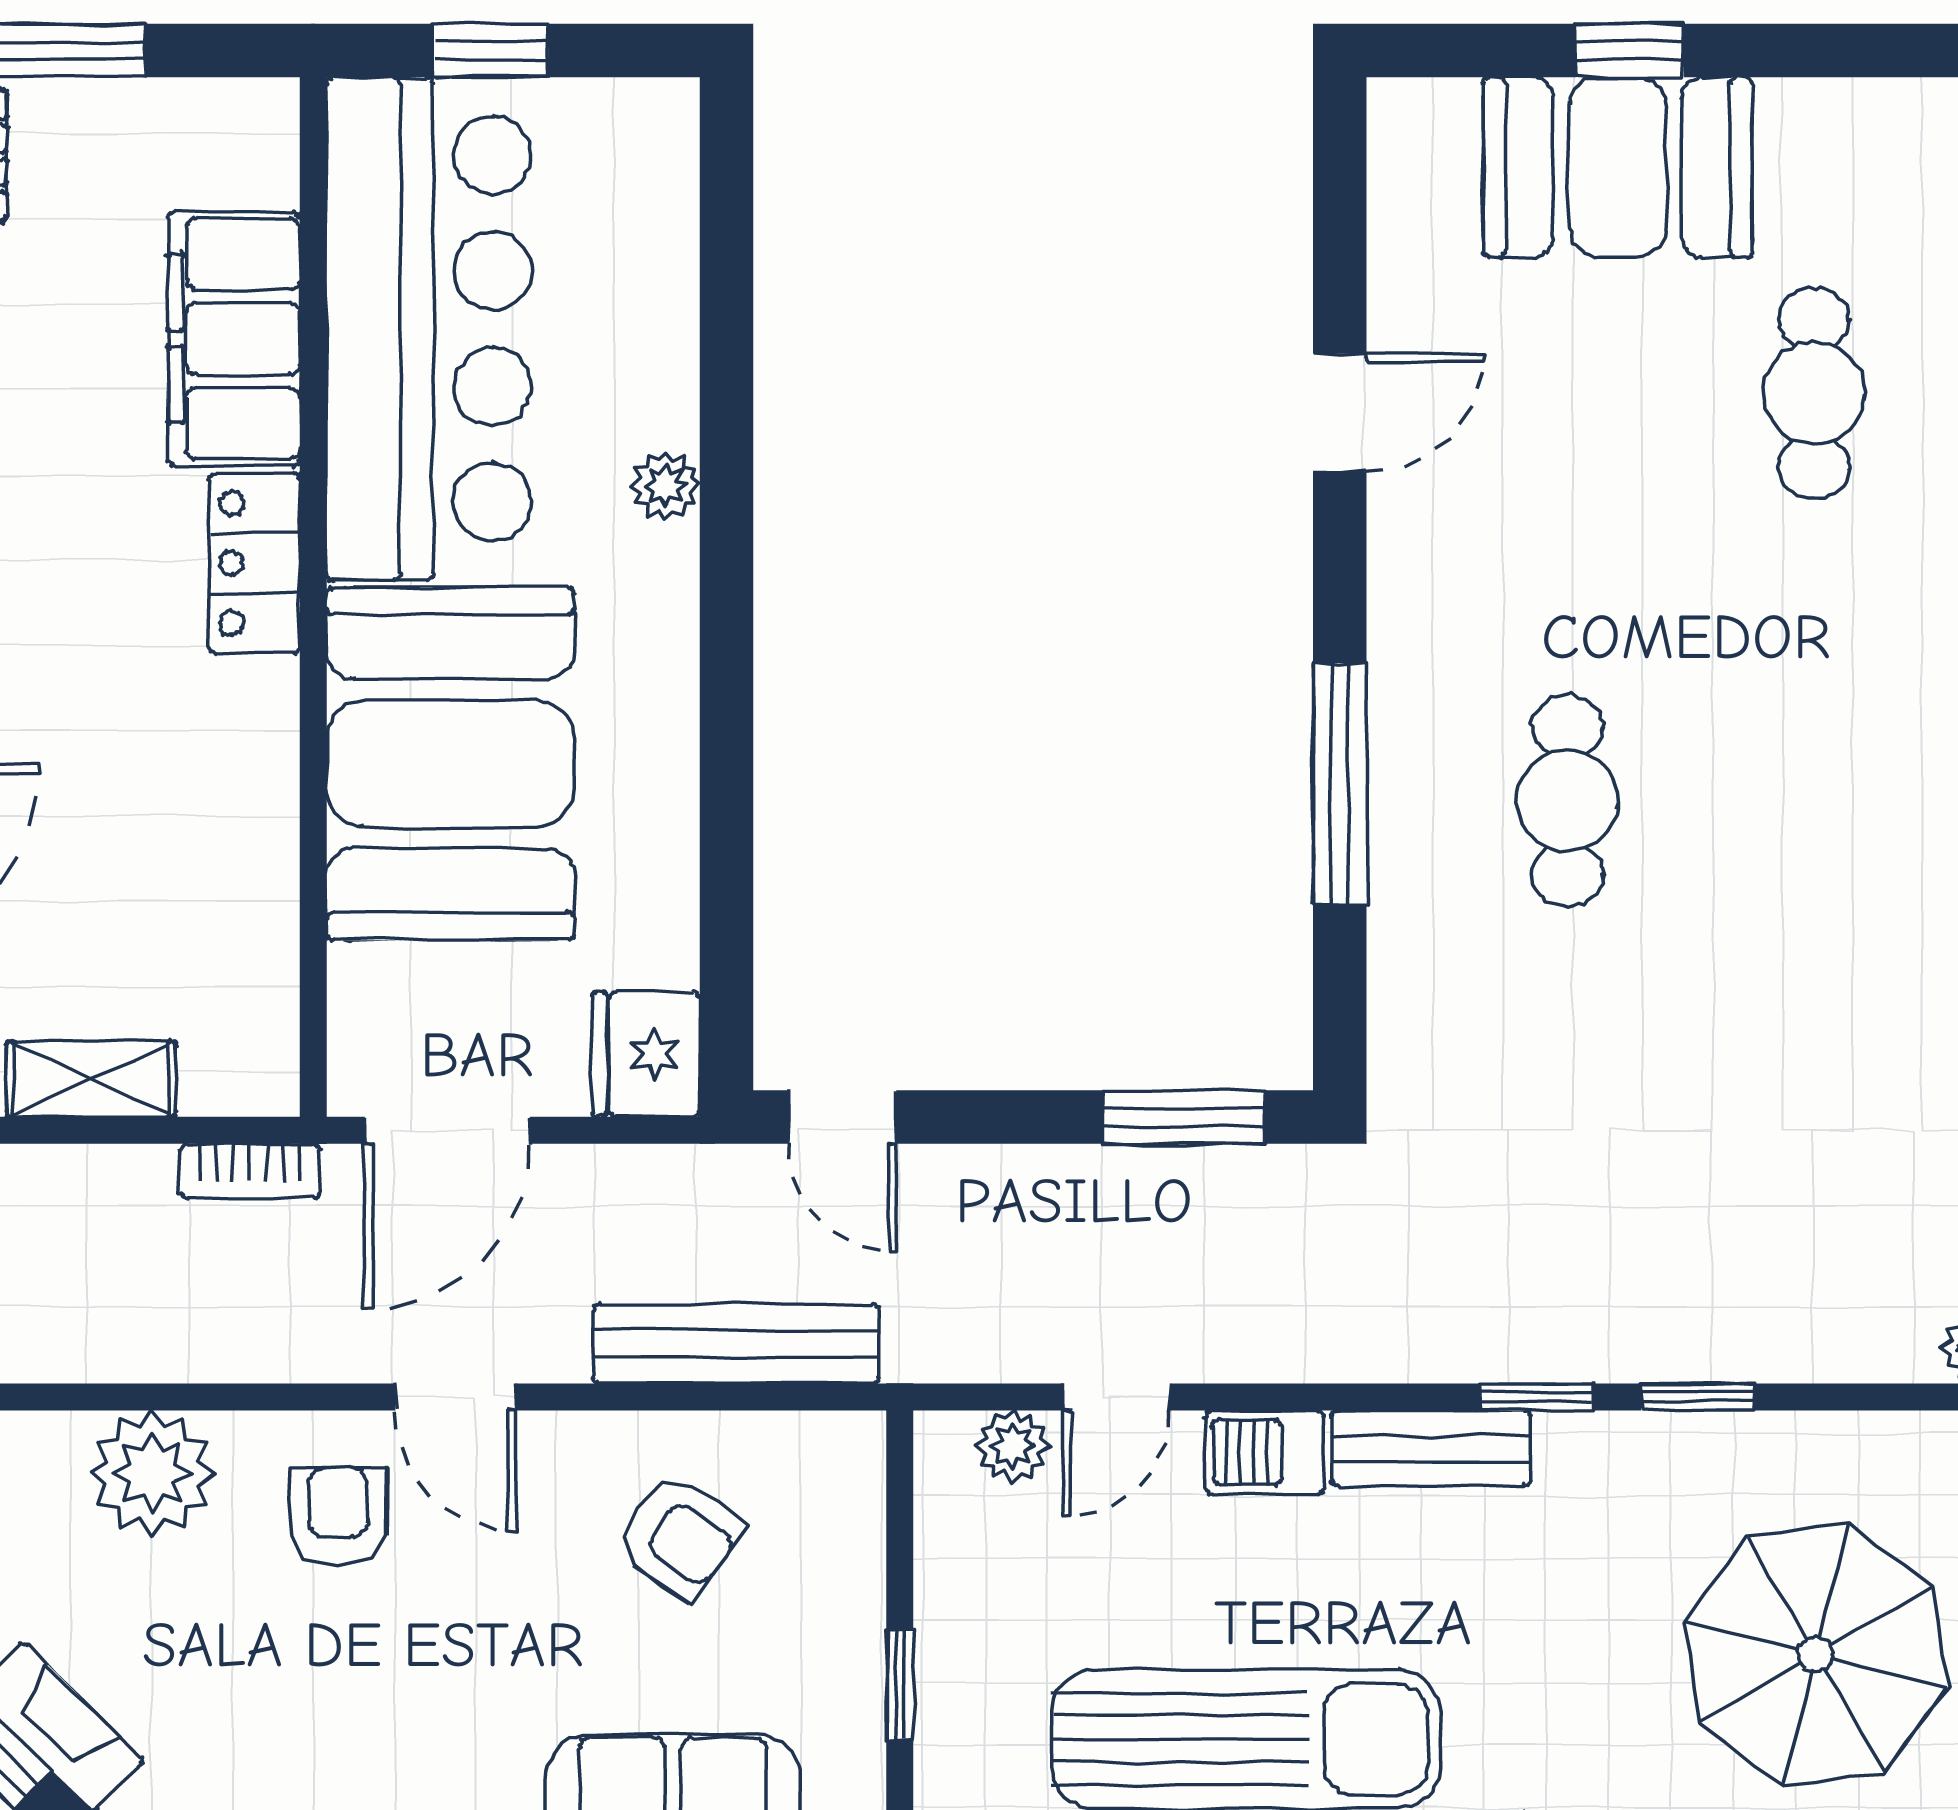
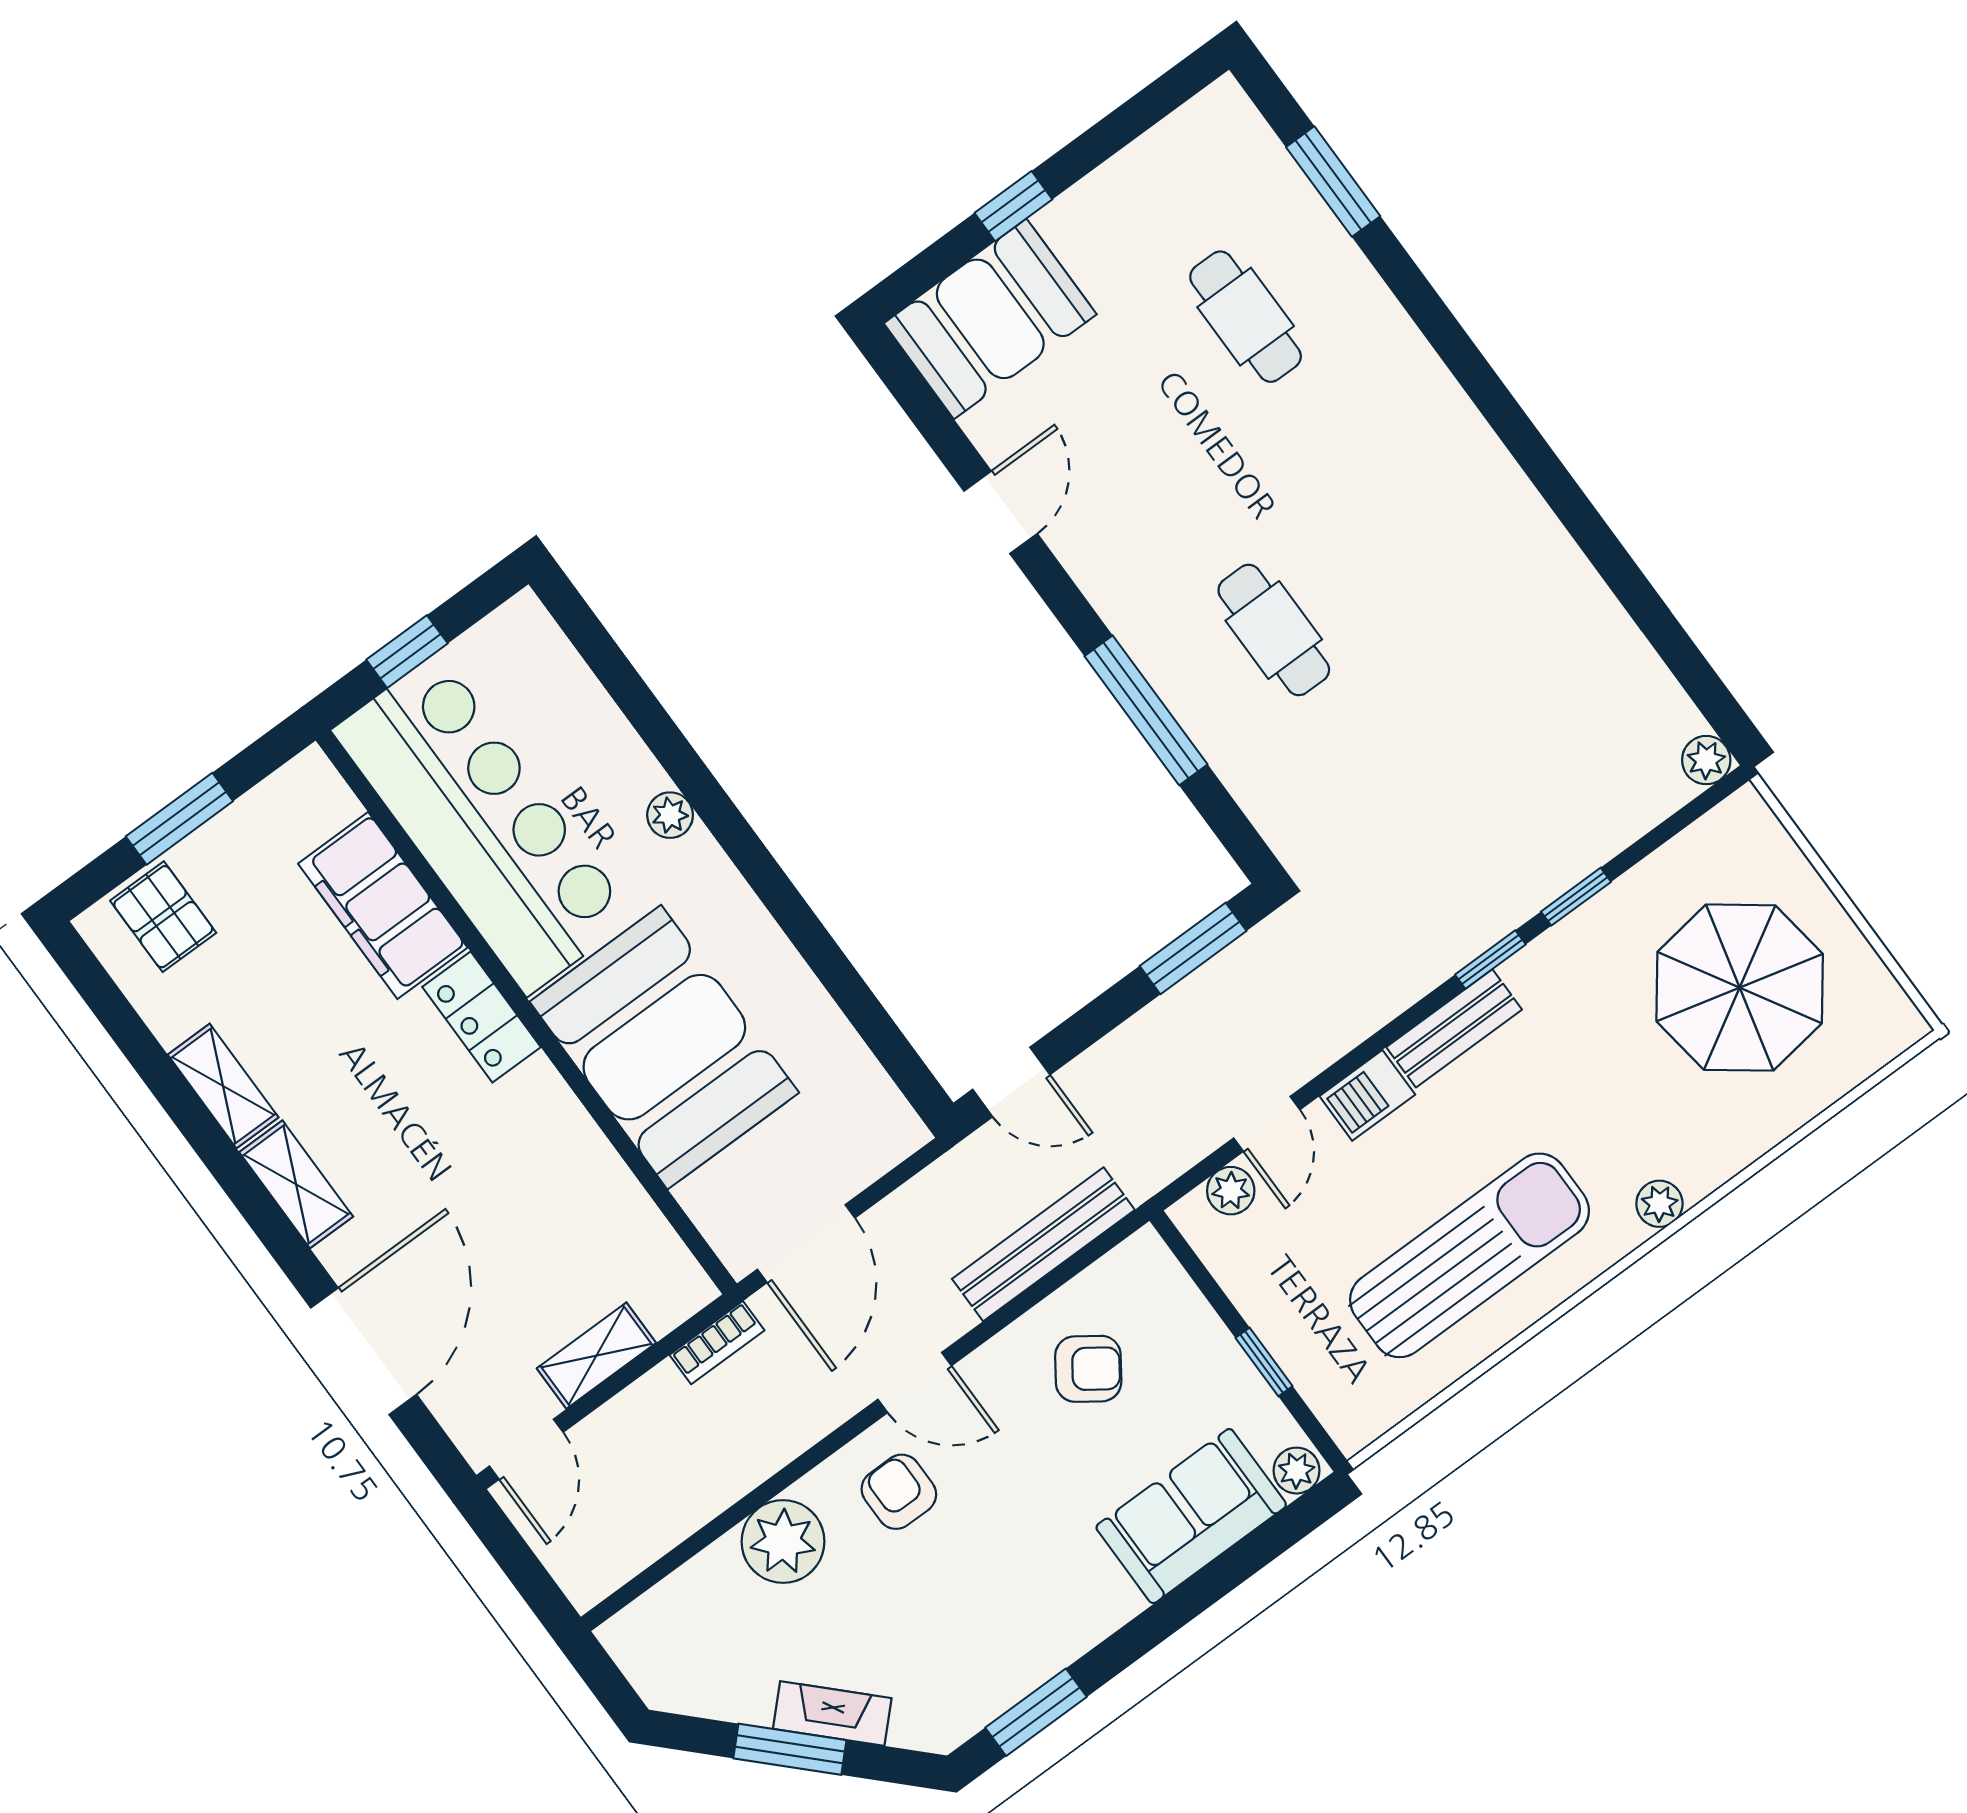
booth: (1618, 167) -> (990, 319), moved
fridge: (646, 1054) -> (882, 1126), removed

